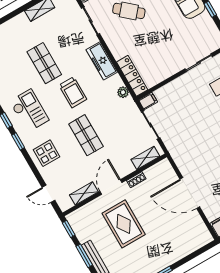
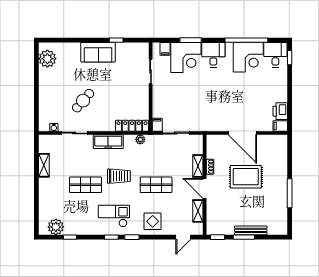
shelving: (145, 158) -> (198, 166), moved
door: (190, 193) -> (242, 133), hinge flipped
rug: (124, 224) -> (246, 177), moved

